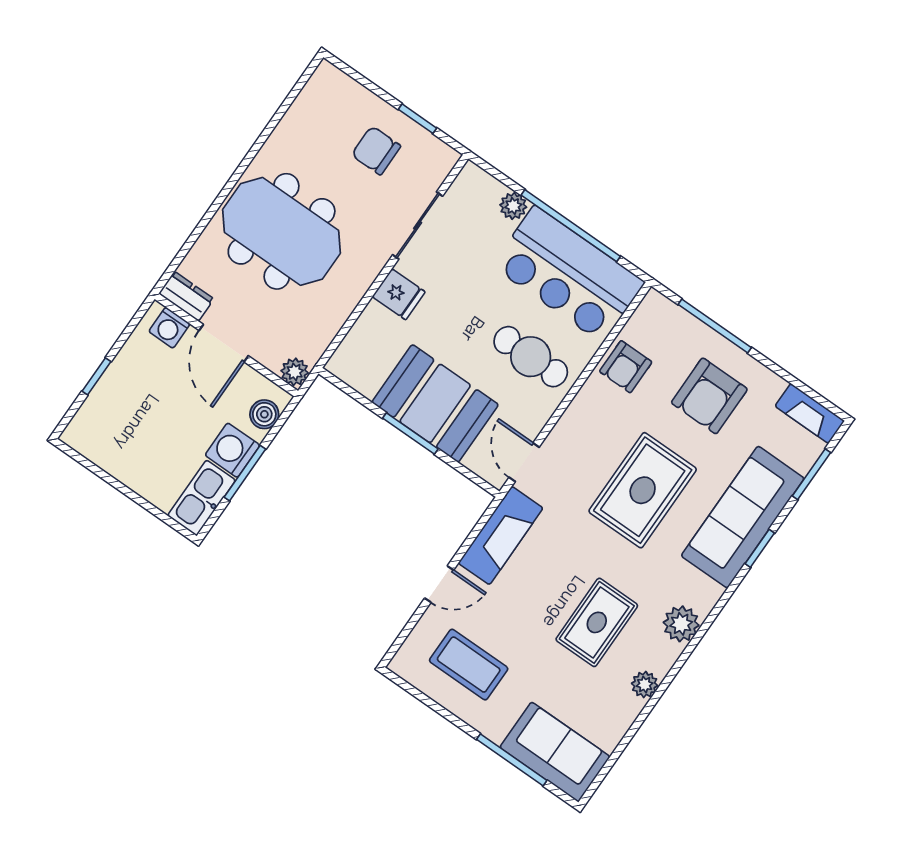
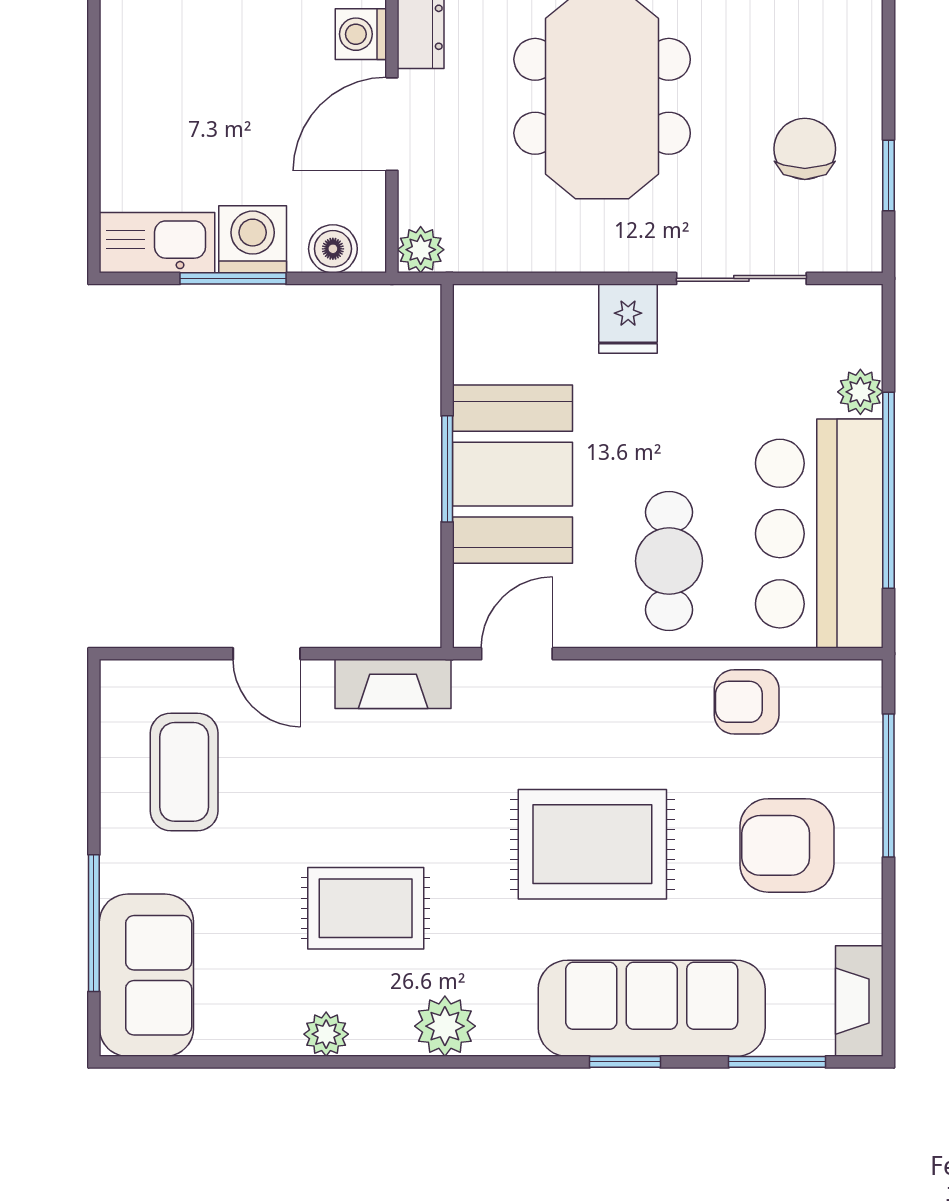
fireplace: (501, 536) -> (393, 684), width x0.73, depth x0.76

